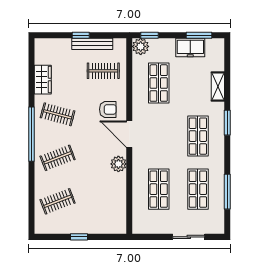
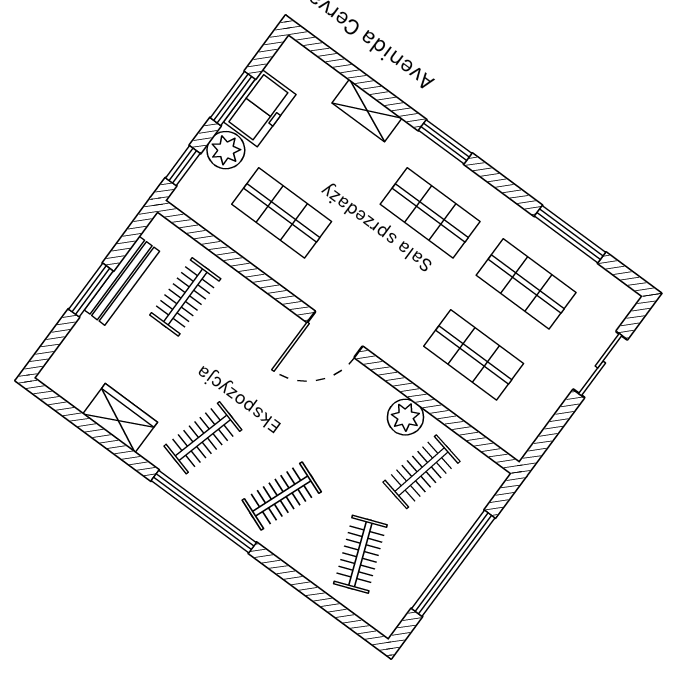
window: (81, 35) -> (91, 290), width x1.50
window: (199, 35) -> (233, 98), moved
plant: (141, 46) -> (226, 150), moved
armchair: (108, 109) -> (261, 340), removed
clothes rail: (58, 158) -> (282, 496), turned 42
plant: (118, 164) -> (405, 417), moved
clothes rail: (103, 201) -> (421, 472), added
window: (79, 237) -> (453, 563), width x3.17

